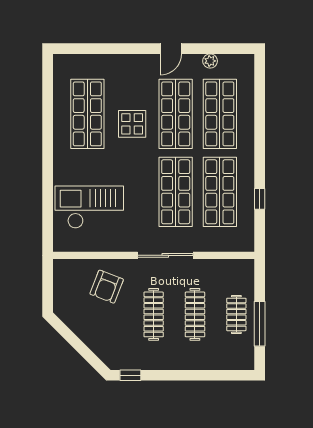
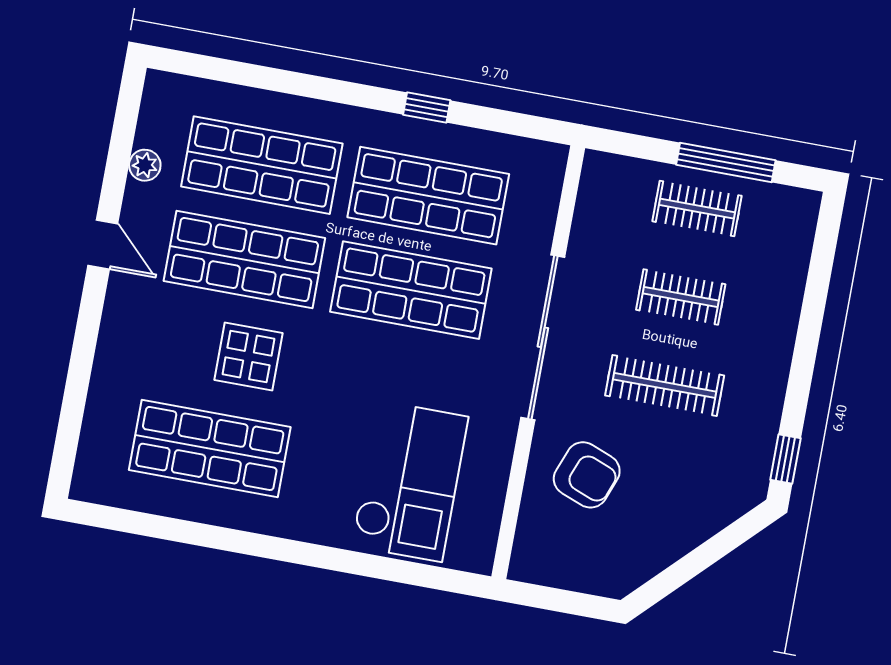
window: (260, 199) -> (427, 108), moved
checkout: (89, 207) -> (410, 481), turned 180
sliding door: (165, 255) -> (543, 337), width x1.36
clothes rail: (195, 314) -> (681, 297), width x0.73

